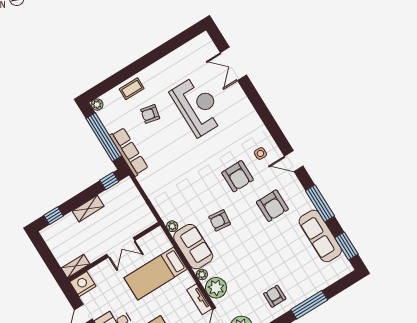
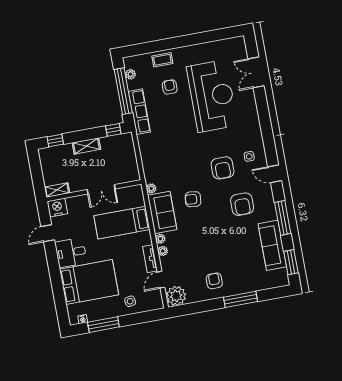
plant: (97, 105) -> (130, 74), moved
reception desk: (198, 106) -> (212, 96), width x1.36, depth x1.30
armchair: (150, 114) -> (170, 87), turned 78
plant: (216, 288) -> (163, 251), width x0.53, depth x0.53

